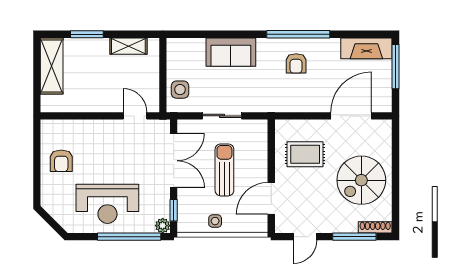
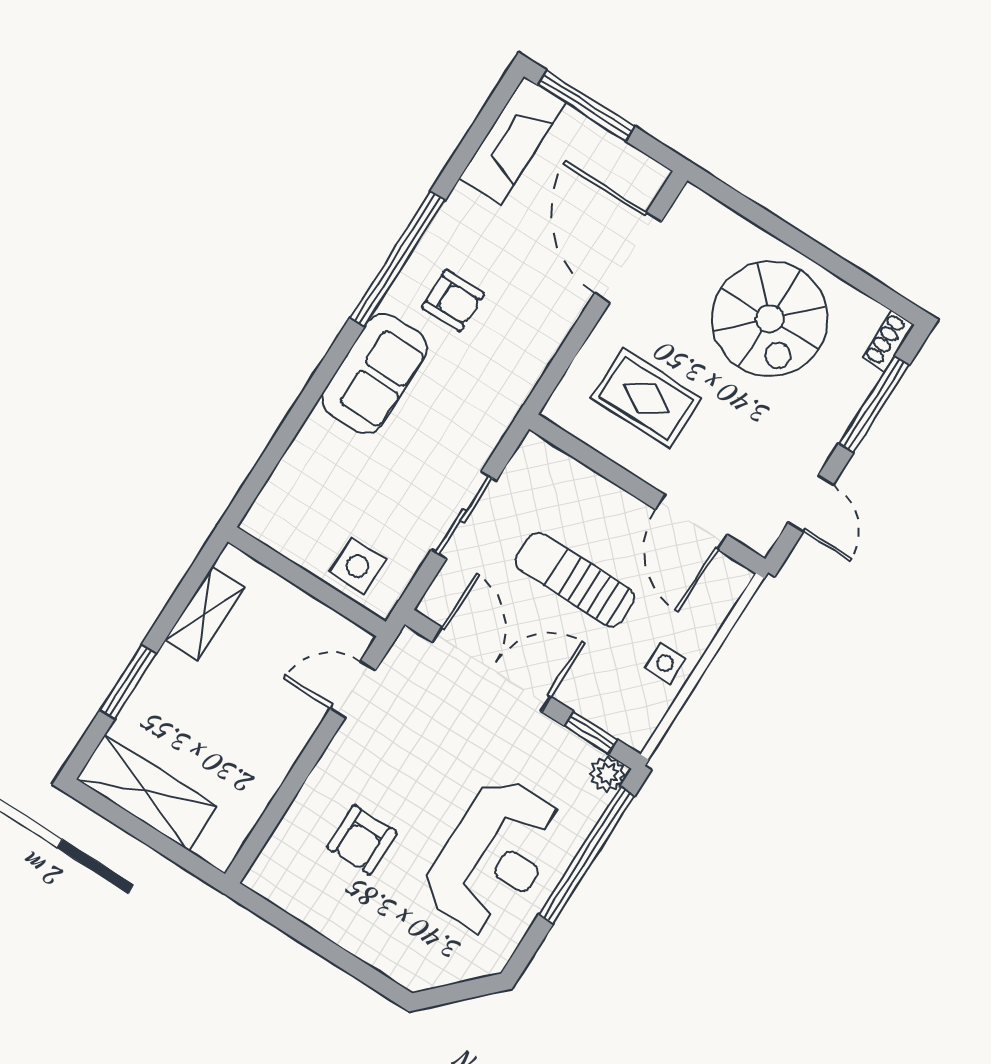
sofa: (231, 52) -> (374, 374), moved
rug: (305, 154) -> (646, 398), turned 90
armchair: (61, 161) -> (362, 840), moved, turned 90
shoe rack: (375, 227) -> (888, 341), width x0.70

